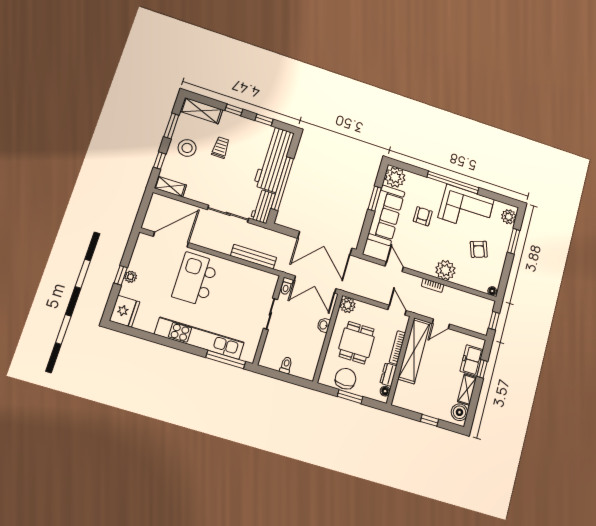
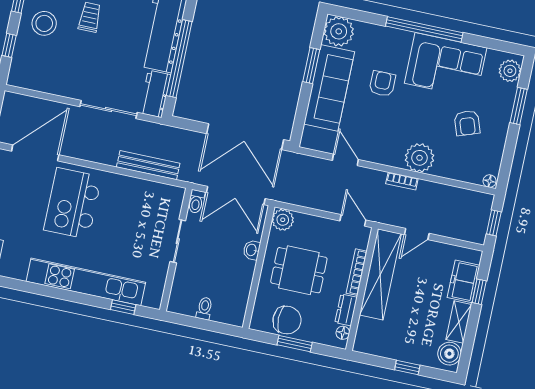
shelving: (170, 187) -> (27, 80), removed
dining table: (357, 343) -> (299, 270), turned 90
window: (226, 359) -> (123, 307), width x0.46
chair: (346, 379) -> (287, 320), turned 90

